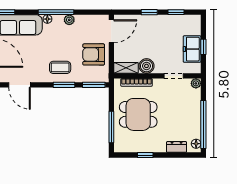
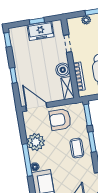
window: (176, 12) -> (8, 40), moved
plant: (69, 20) -> (36, 142), width x1.87, depth x1.87
armchair: (94, 54) -> (60, 120), turned 90
plant: (196, 83) -> (86, 20), moved

